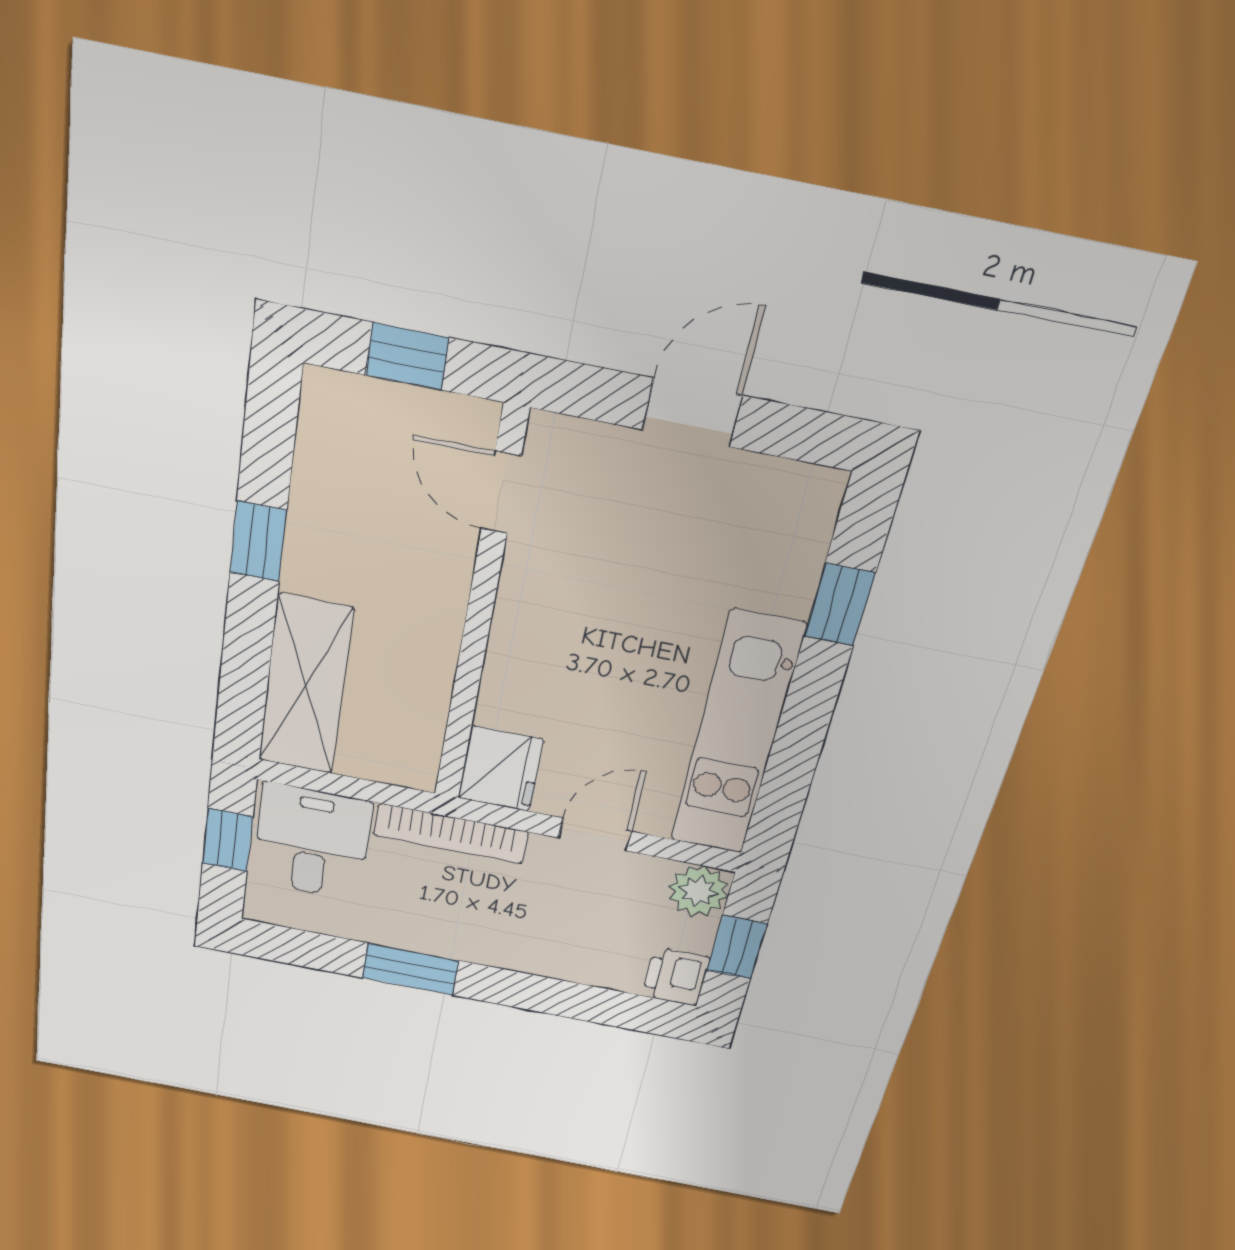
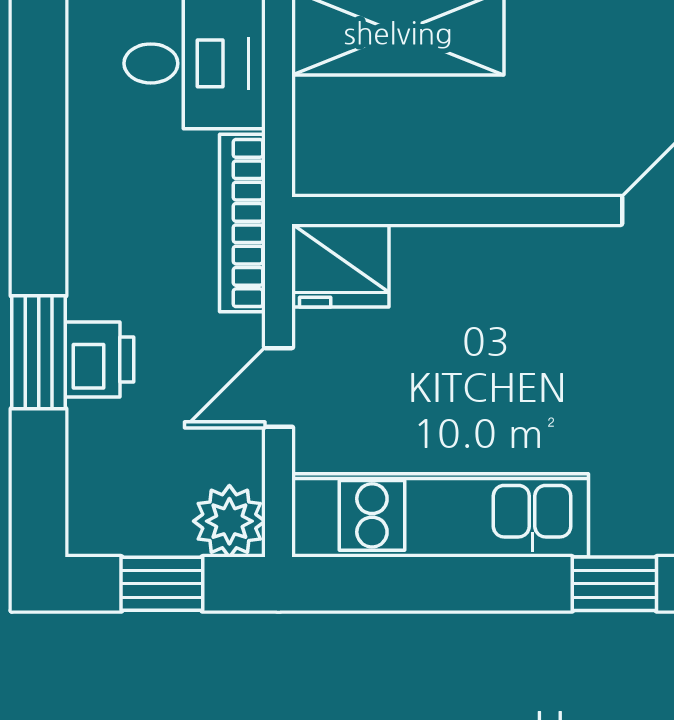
door: (595, 835) -> (279, 387), swing flipped
window: (410, 969) -> (39, 352), moved
printer: (676, 977) -> (99, 360), moved, turned 90

